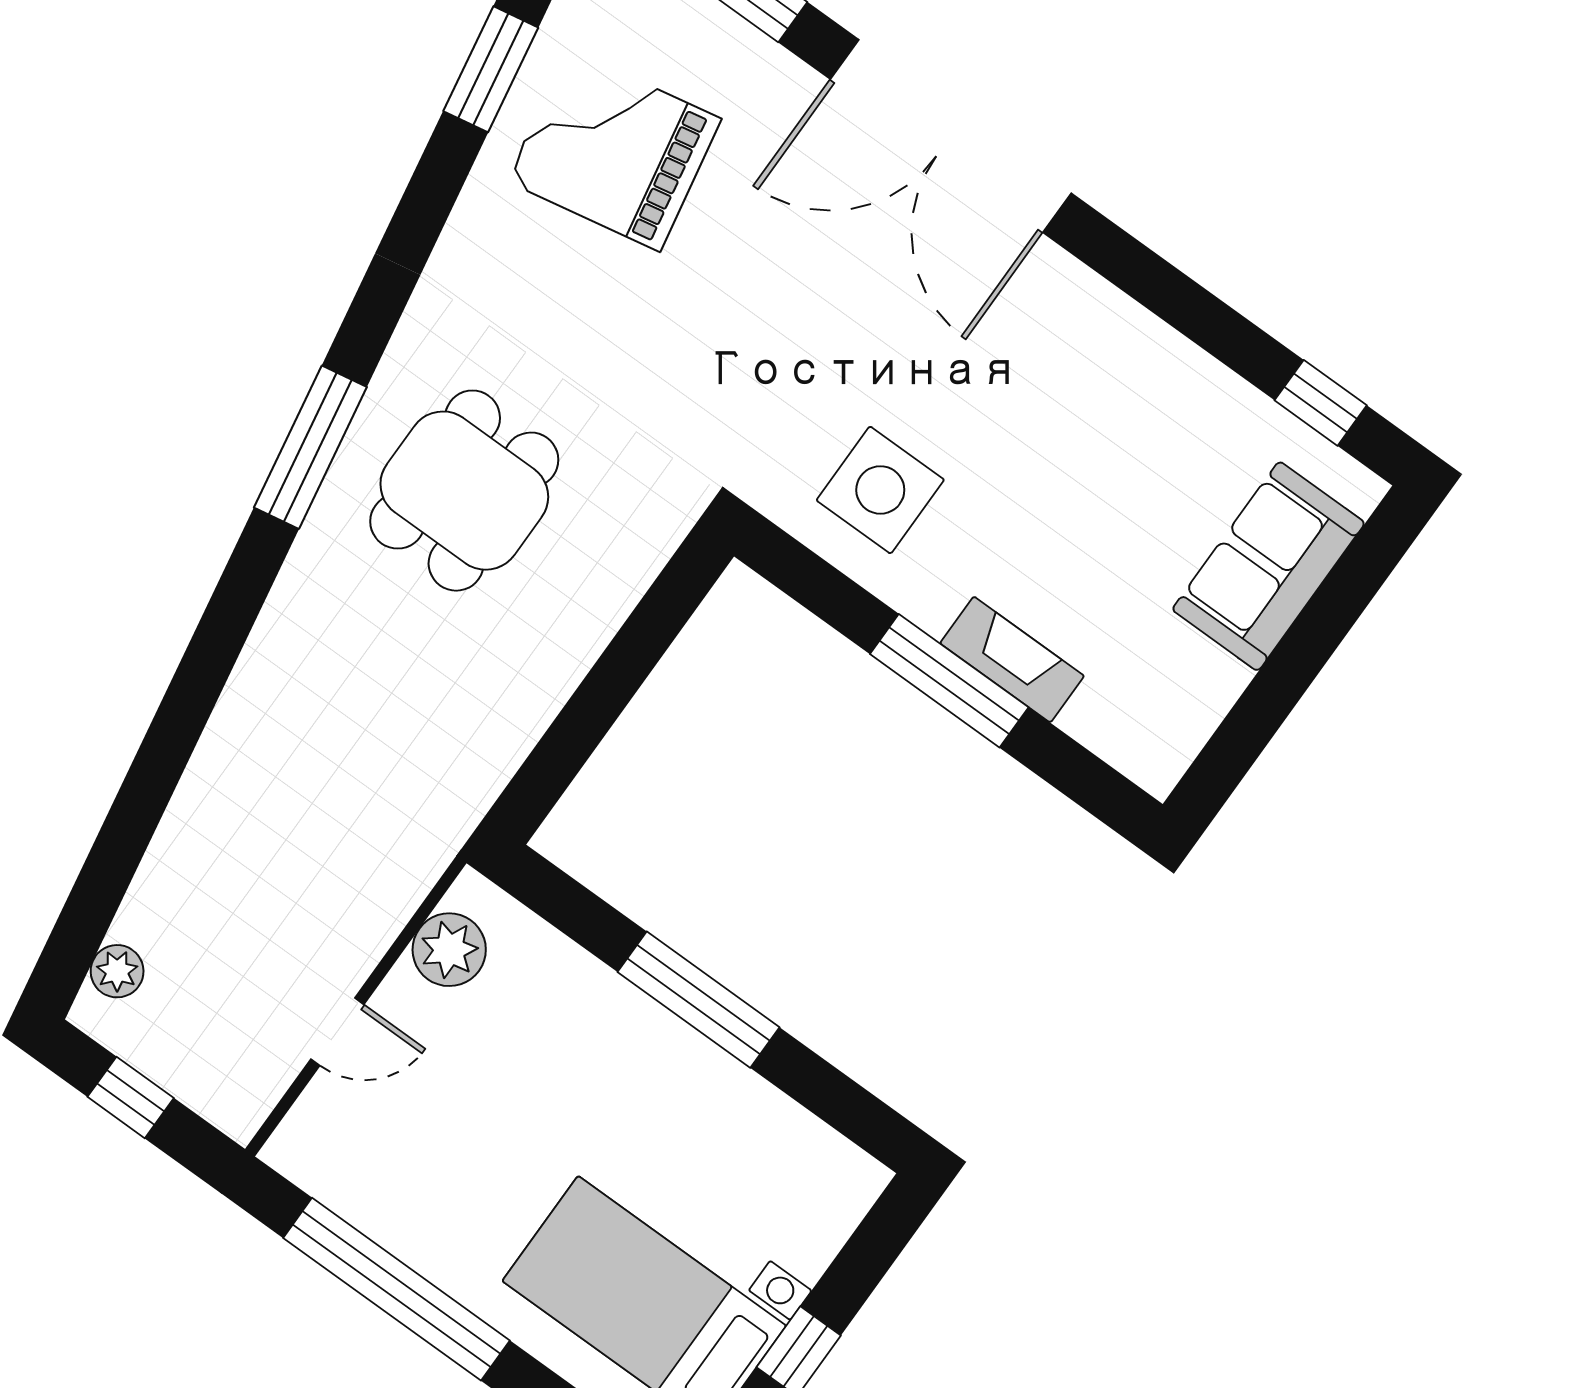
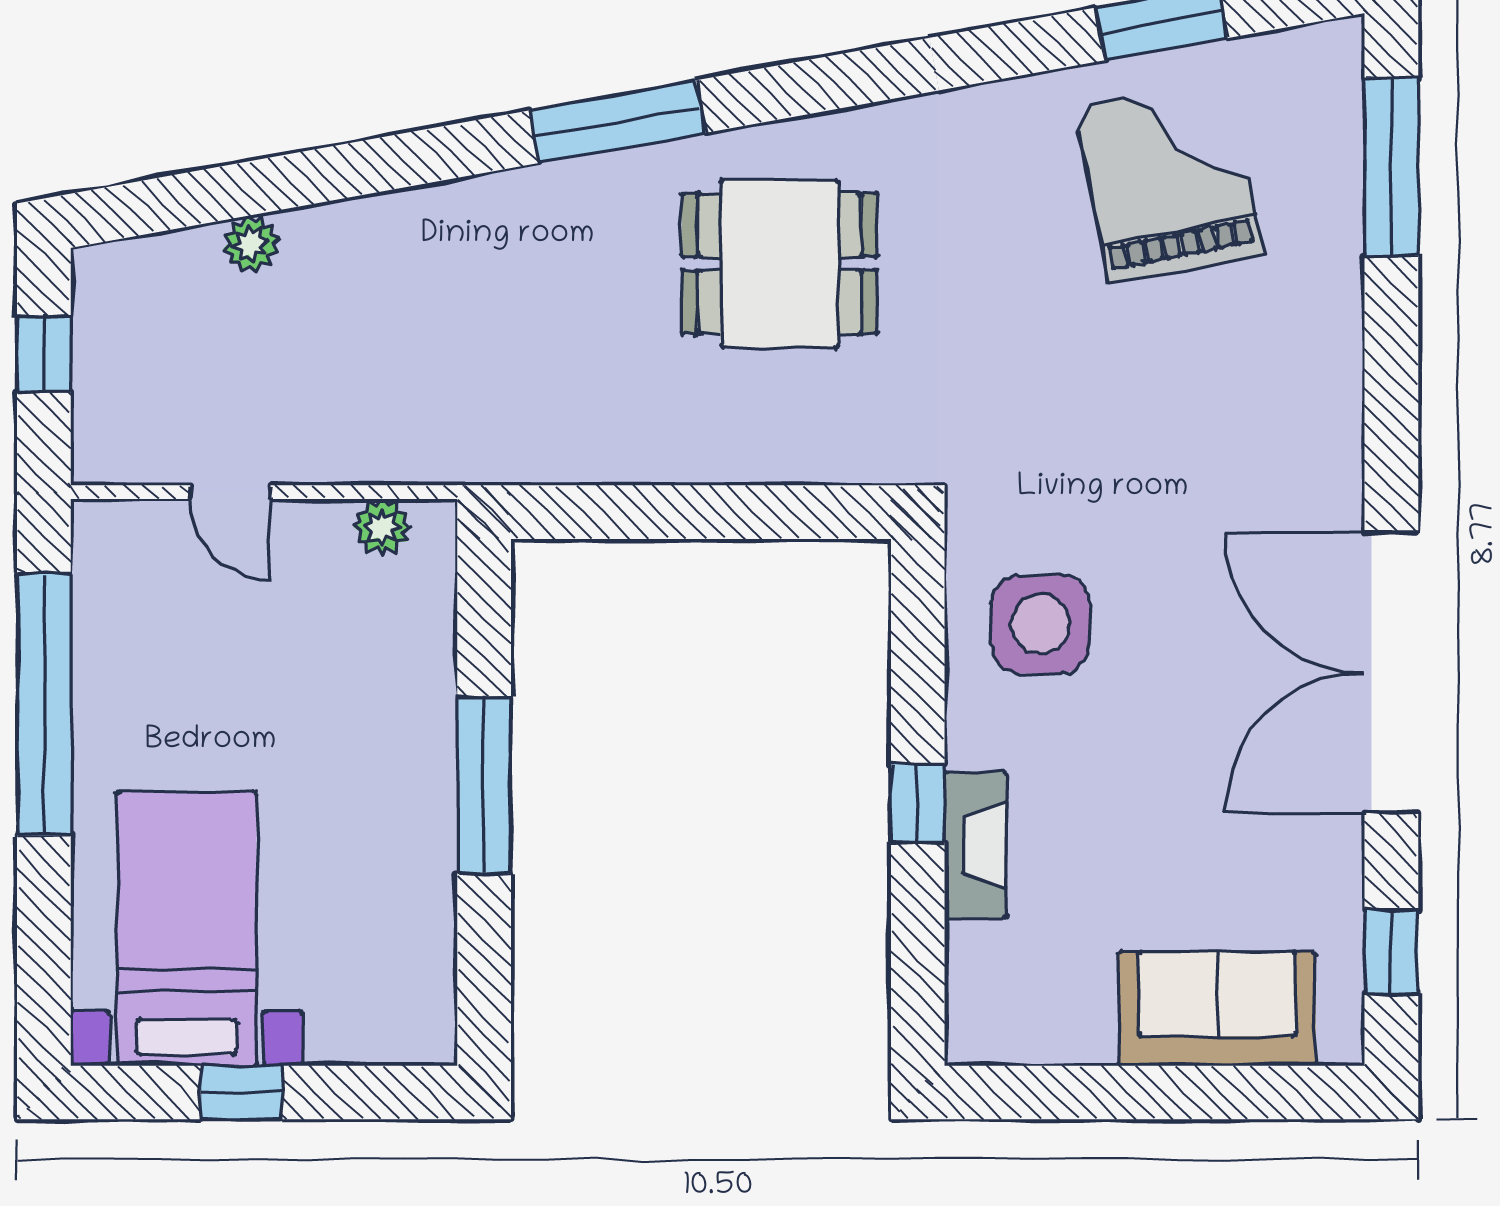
double door: (951, 136) -> (1391, 673), moved
window: (310, 447) -> (618, 122), moved
window: (949, 681) -> (918, 803), width x0.46
plant: (449, 950) -> (382, 527), width x0.73, depth x0.73
plant: (117, 971) -> (251, 244), moved

